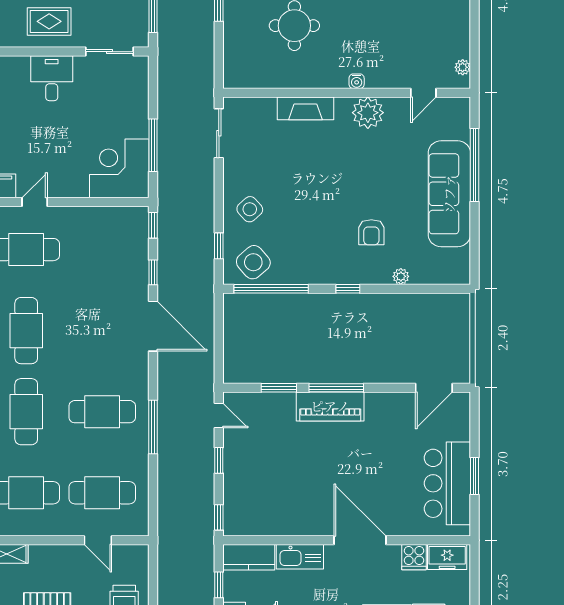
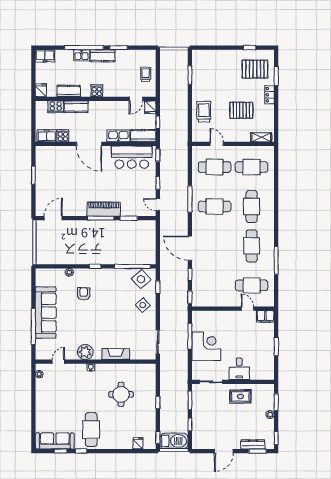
corner desk: (119, 168) -> (206, 346), moved, turned -90
door: (35, 202) -> (247, 309), swing flipped
bar counter: (447, 483) -> (132, 157), moved, turned 90

